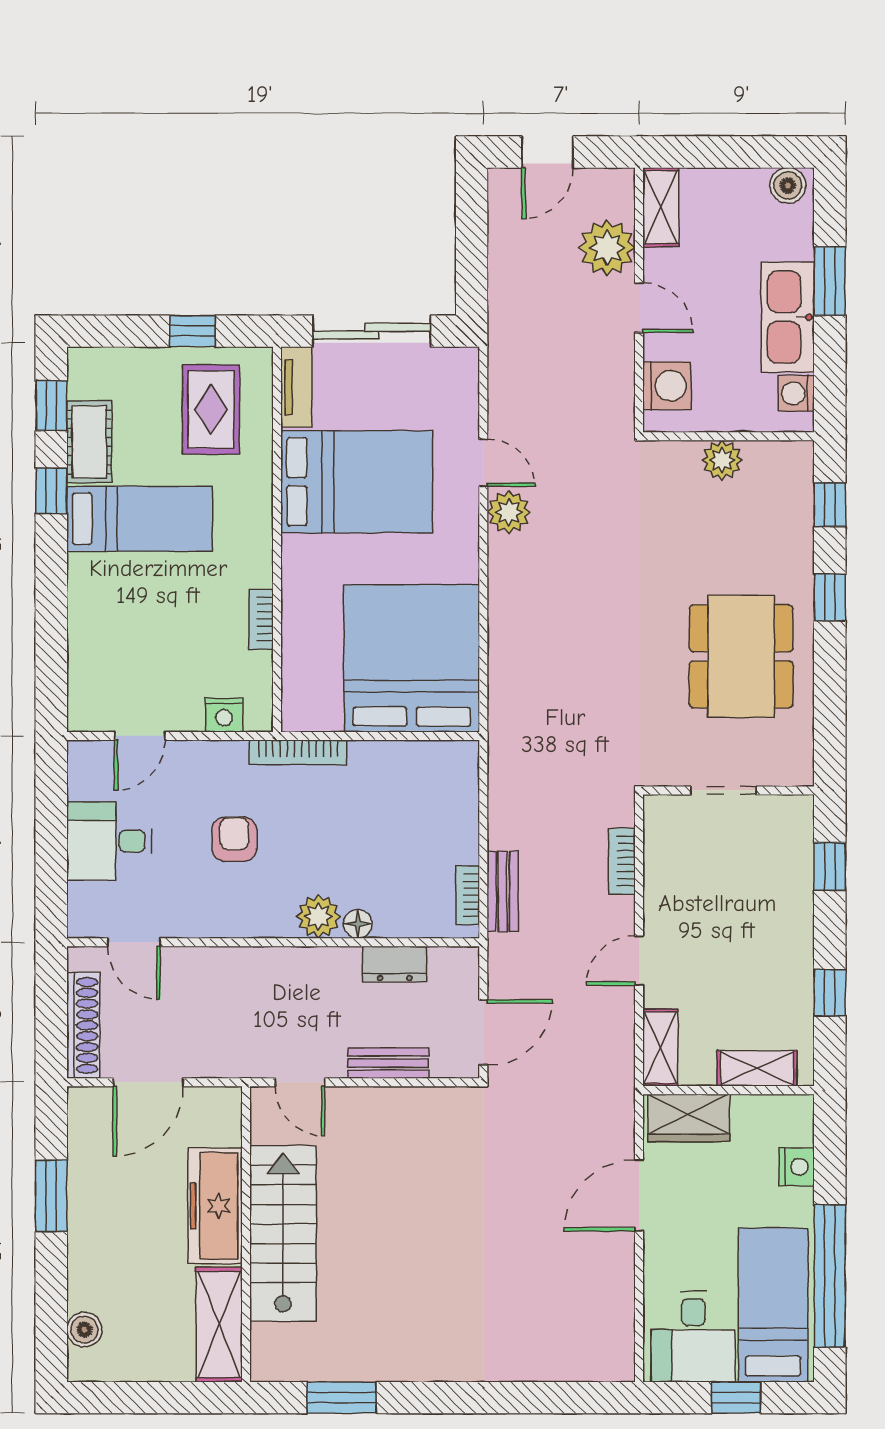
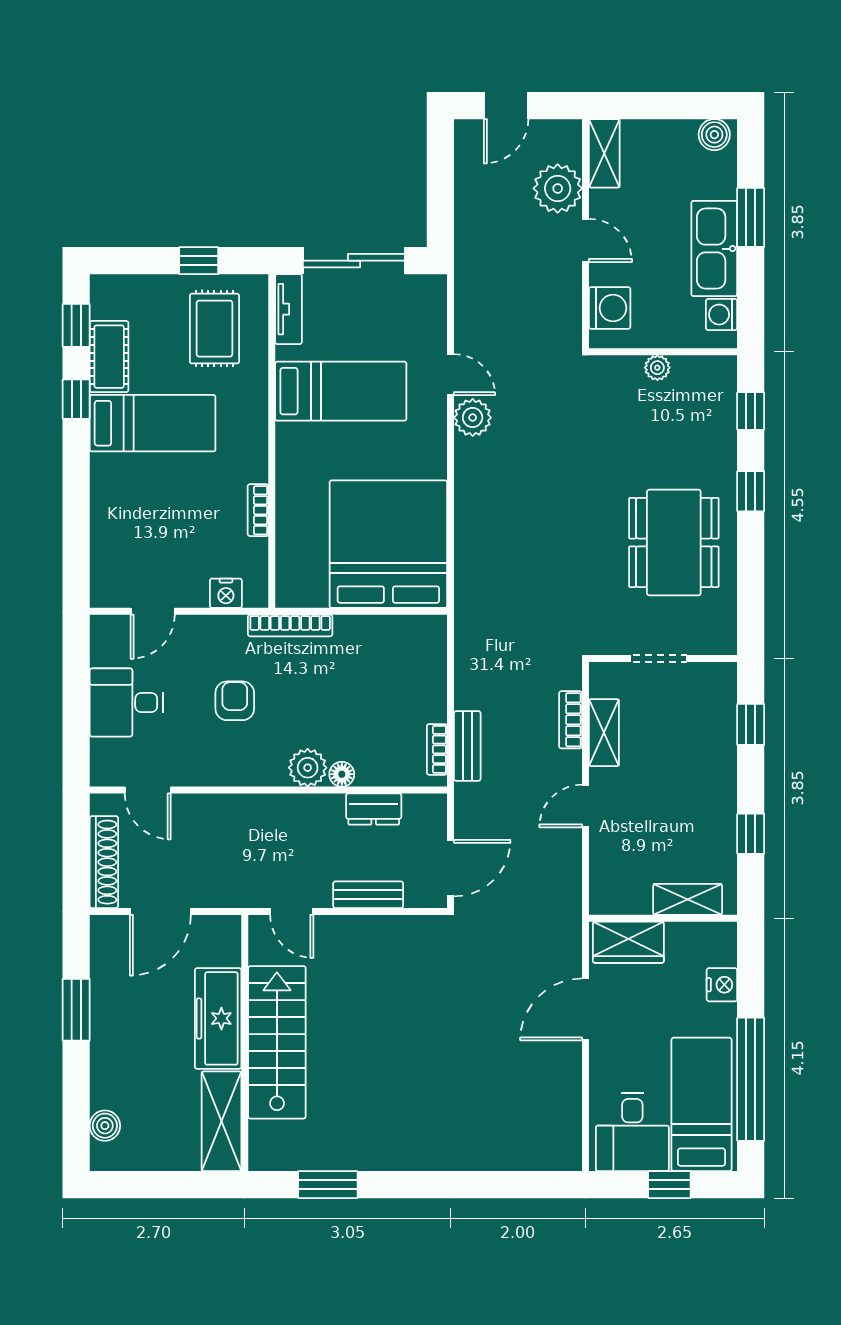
plant: (722, 460) -> (657, 368), width x0.73, depth x0.73
bed: (357, 482) -> (341, 391), width x0.67
shelving: (660, 1048) -> (604, 733), moved

